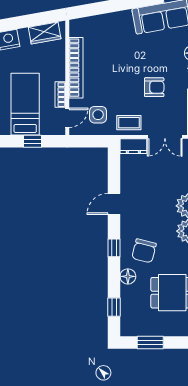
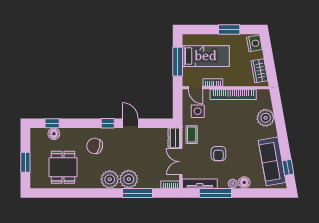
plant: (107, 25) -> (266, 118), added
window: (33, 141) -> (178, 62), width x2.17
window: (114, 248) -> (108, 123), moved
floor lamp: (128, 276) -> (54, 134), moved
window: (150, 343) -> (25, 162), moved

